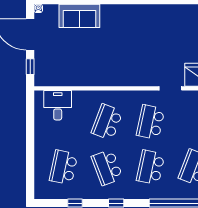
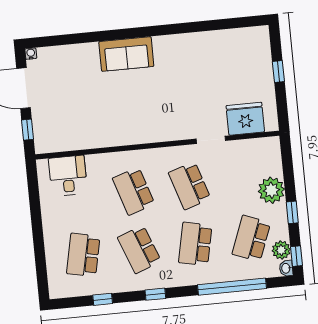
sofa: (79, 16) -> (126, 54), moved
school desk: (107, 122) -> (134, 191), turned -39
school desk: (151, 122) -> (190, 186), turned -30

